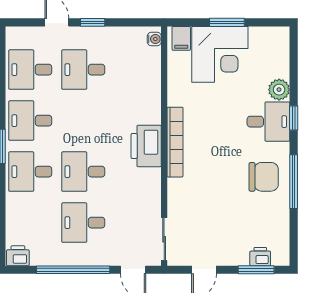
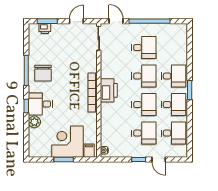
desk: (83, 121) -> (144, 105), added
chair: (264, 177) -> (43, 73), turned -90
printer: (18, 256) -> (180, 29), removed

